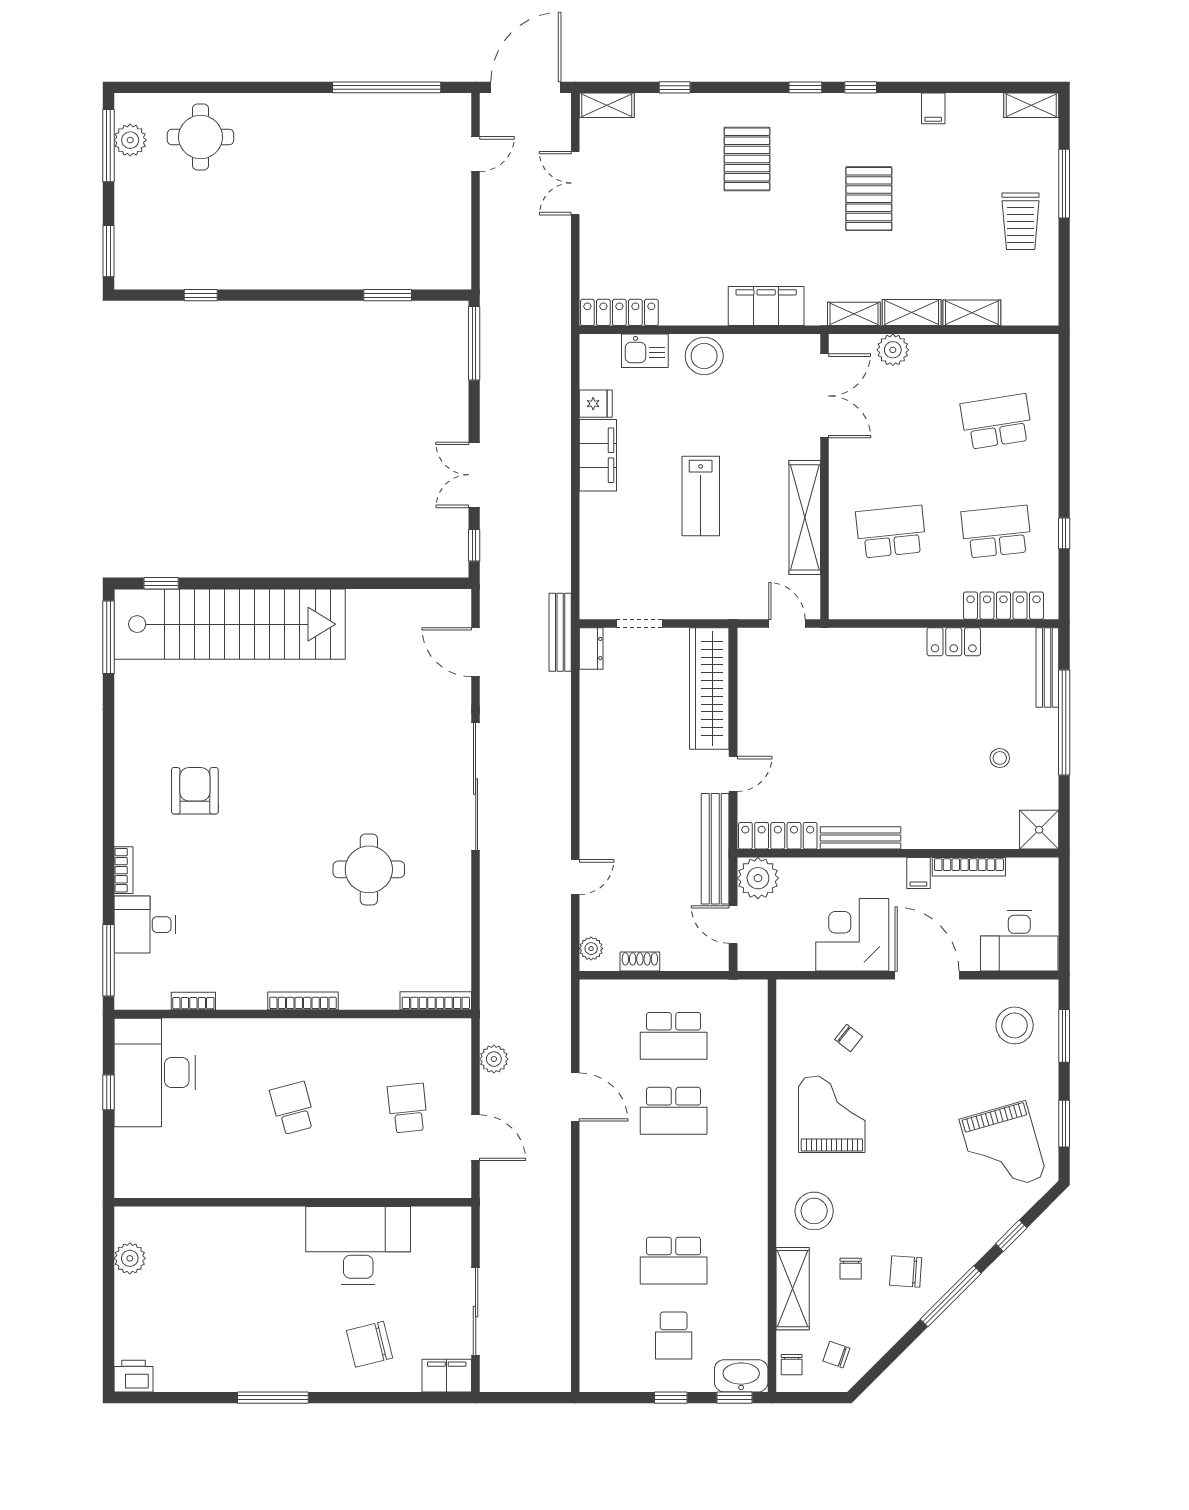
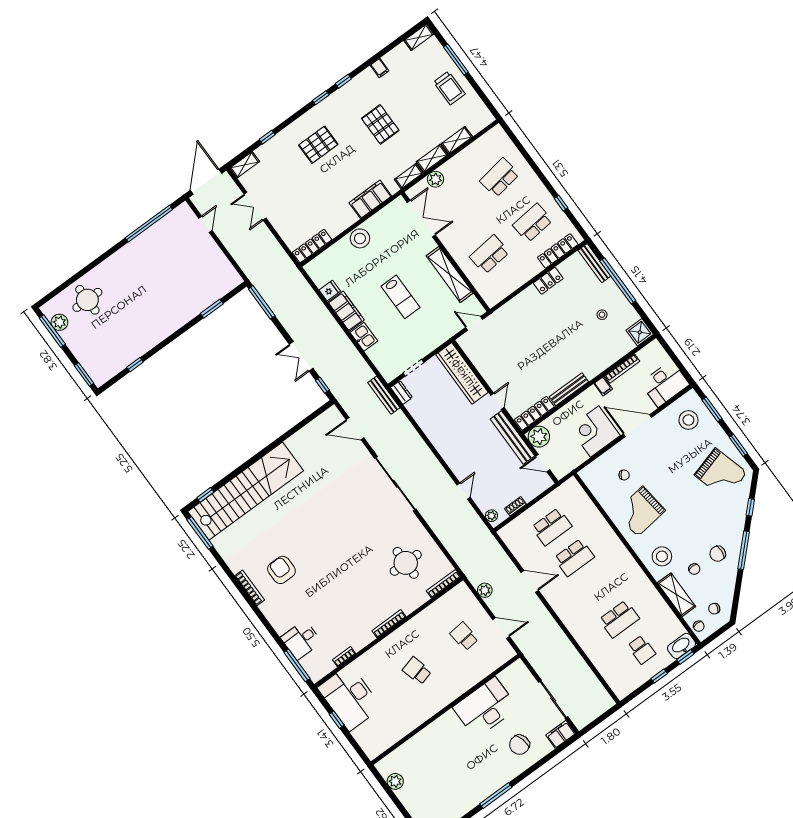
pallet: (747, 159) -> (318, 145), turned 90
kitchen sink: (645, 351) -> (364, 337), moved, turned -90
round table: (369, 869) -> (406, 563), moved
bookcase: (123, 870) -> (250, 588), moved, width x1.56
grand piano: (832, 1114) -> (640, 511), turned -97

